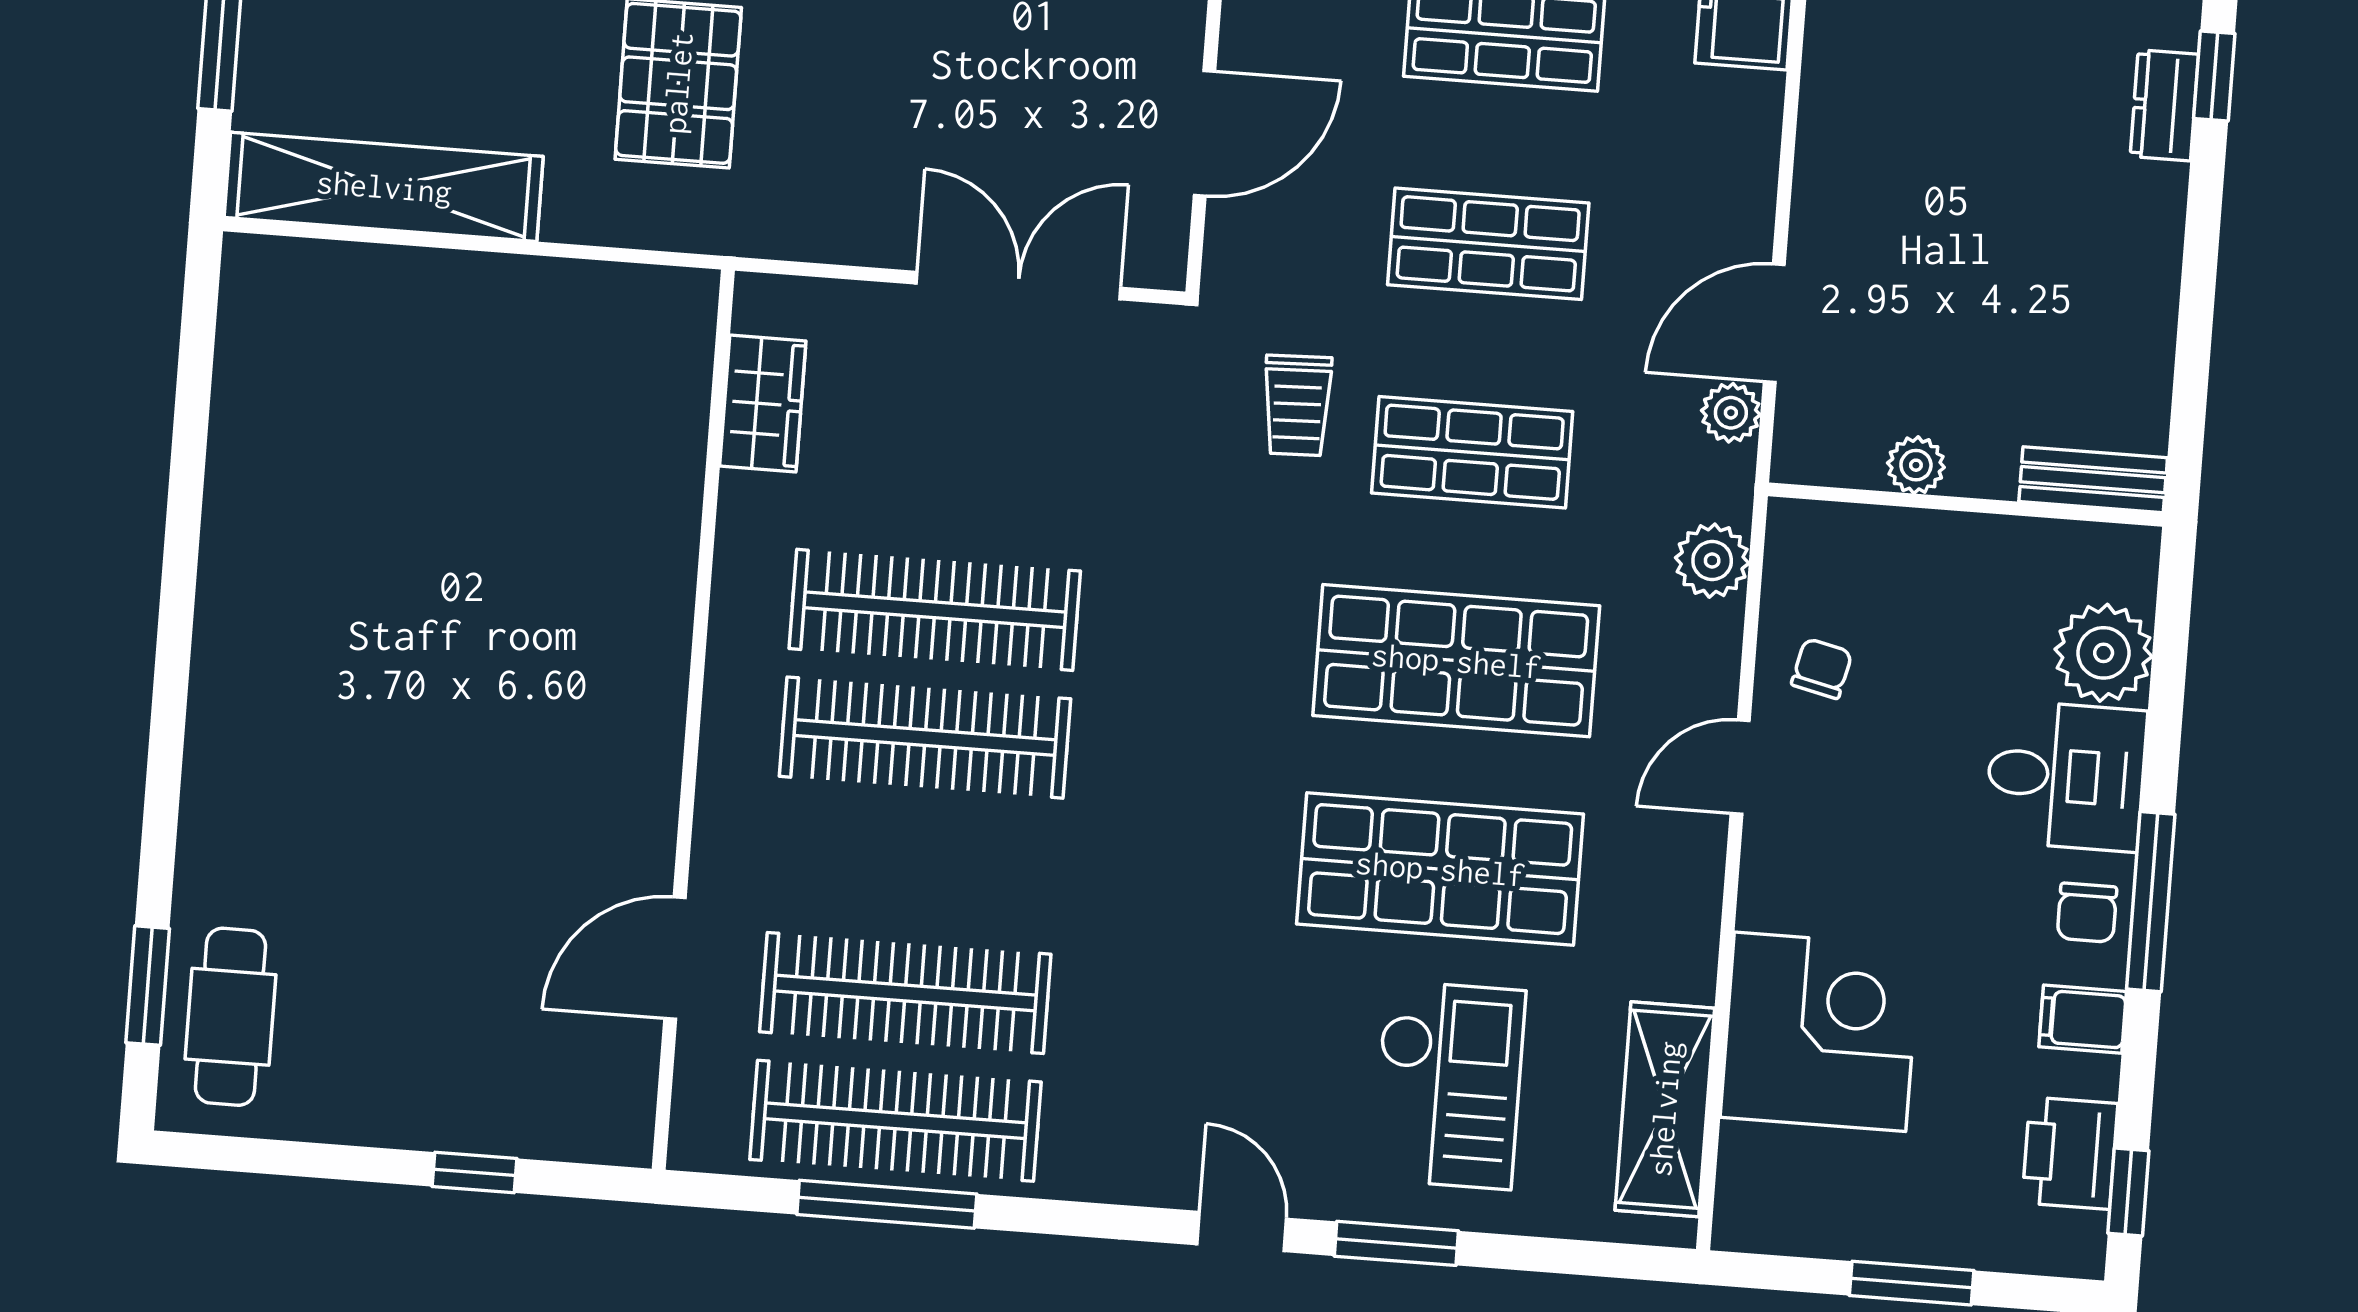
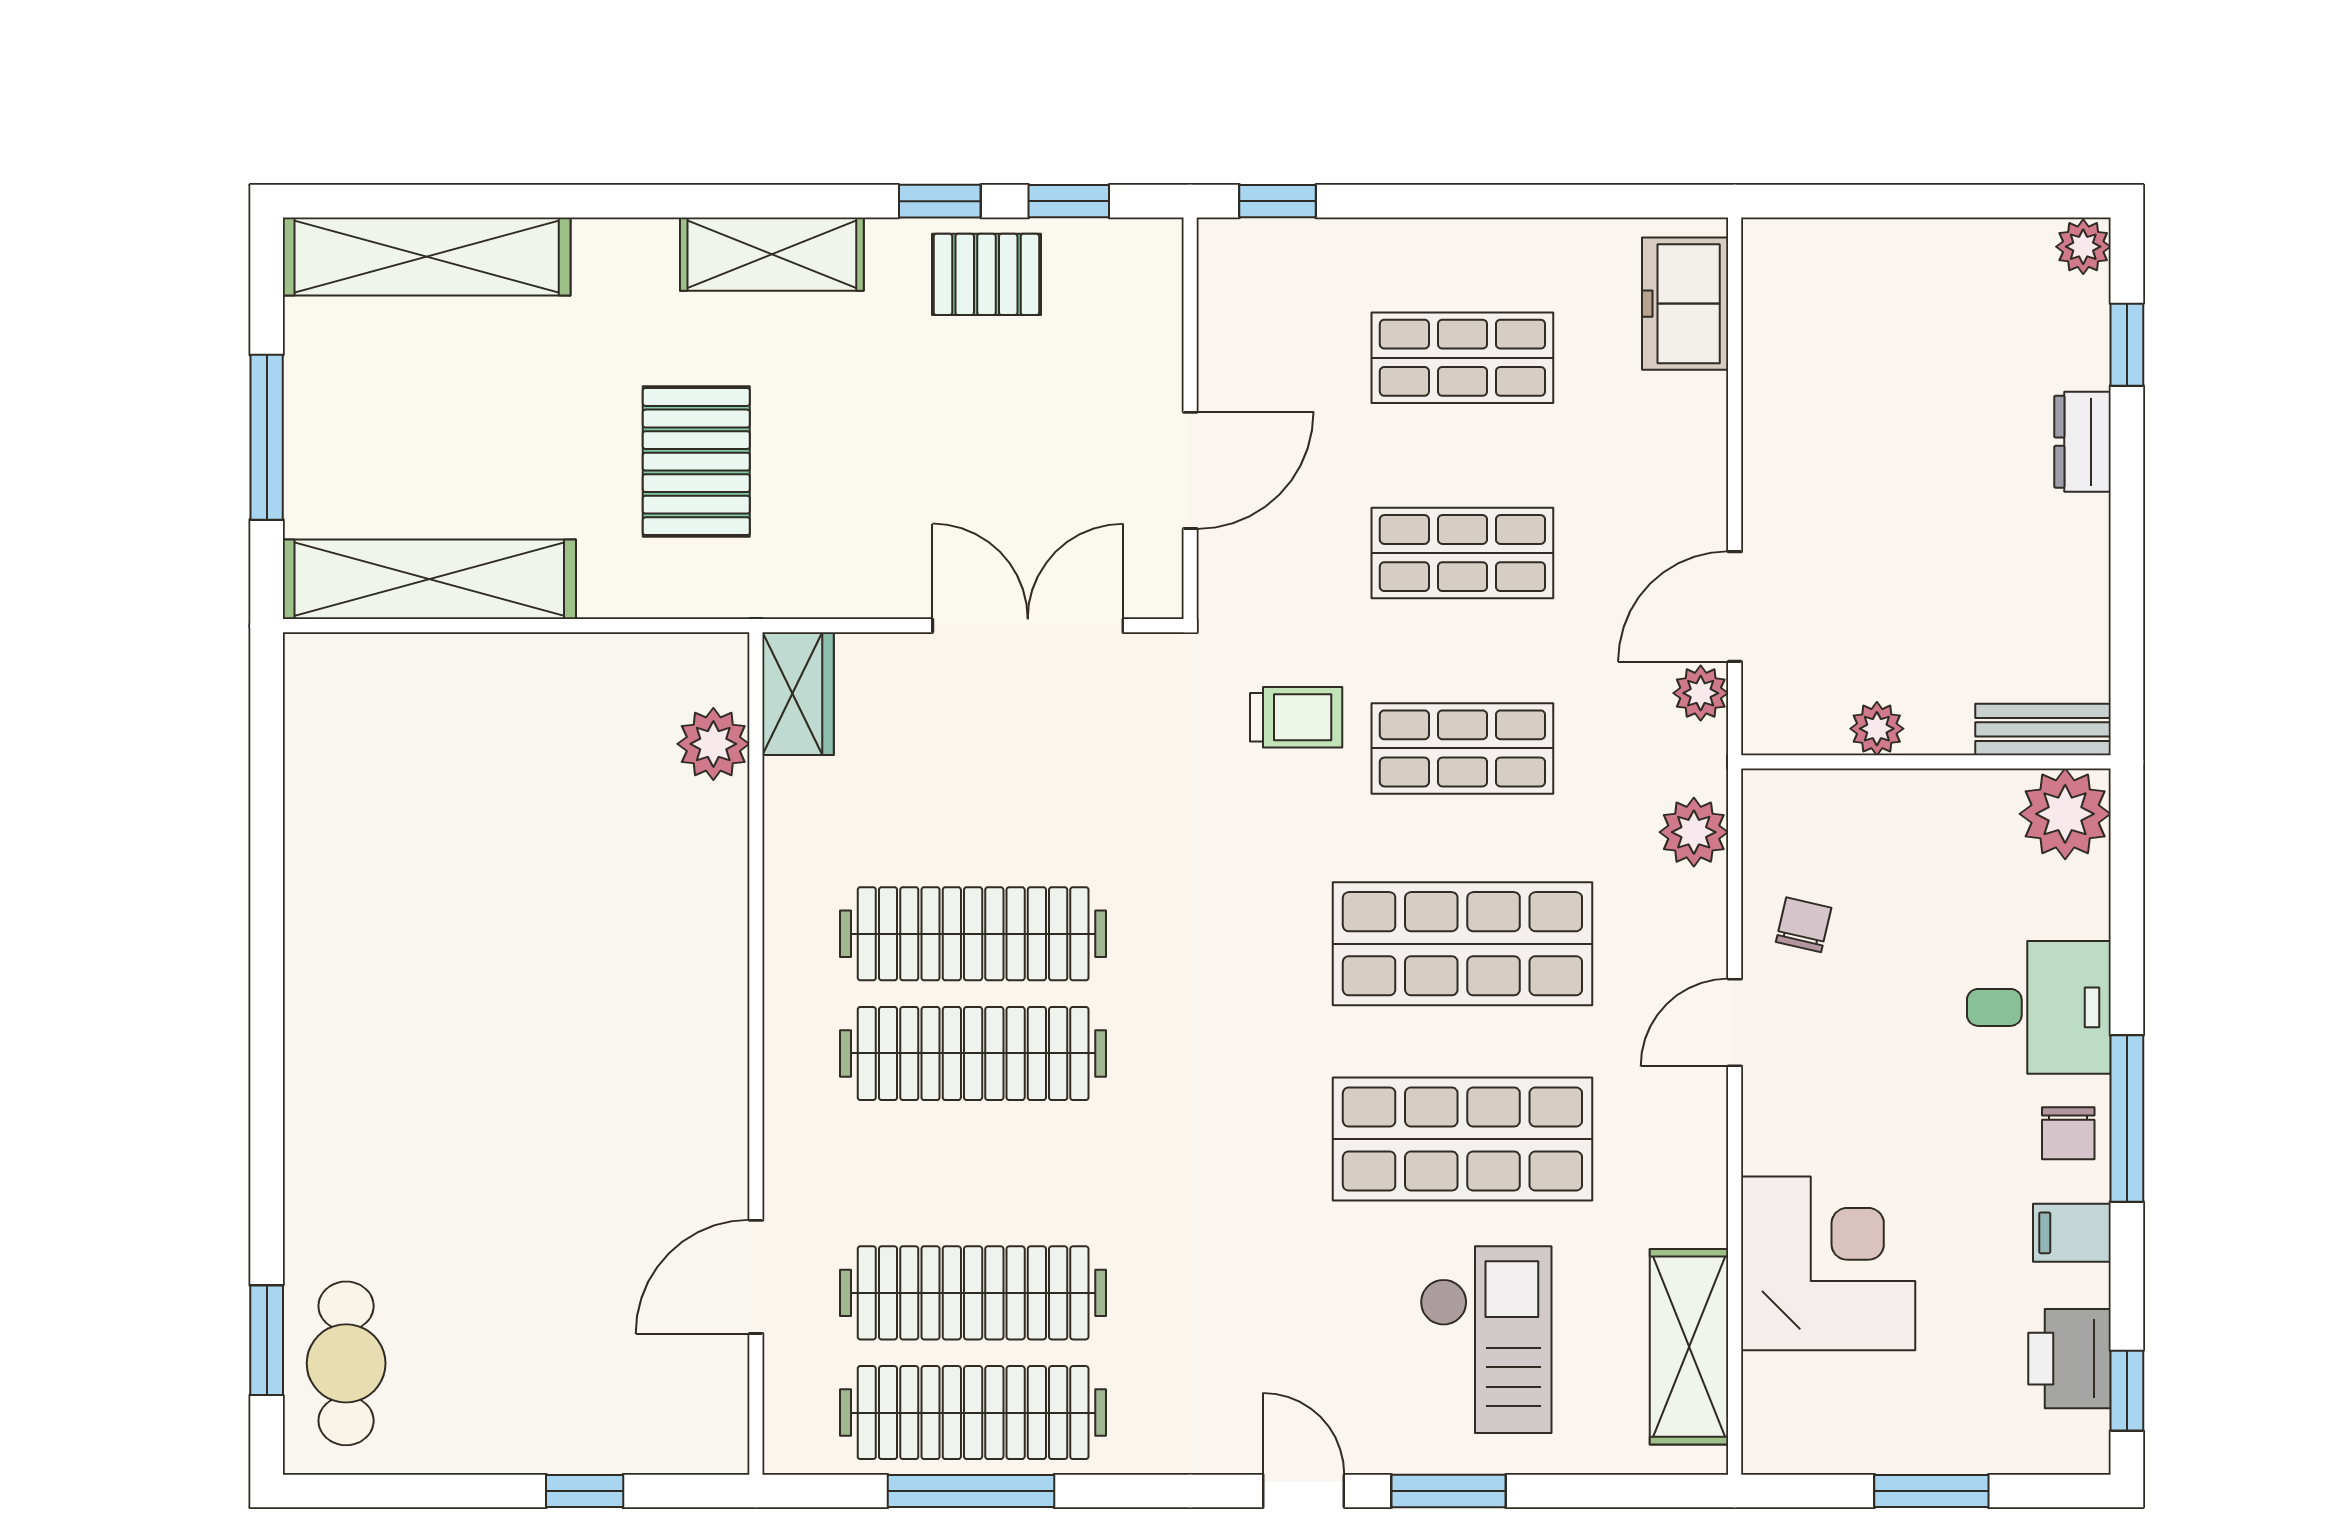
dresser: (2164, 105) -> (2082, 442), moved
plant: (673, 386) -> (713, 744), added
wardrobe: (763, 404) -> (798, 694), moved
trolley: (1297, 405) -> (1296, 717), turned -88
plant: (2104, 653) -> (2065, 814), moved

